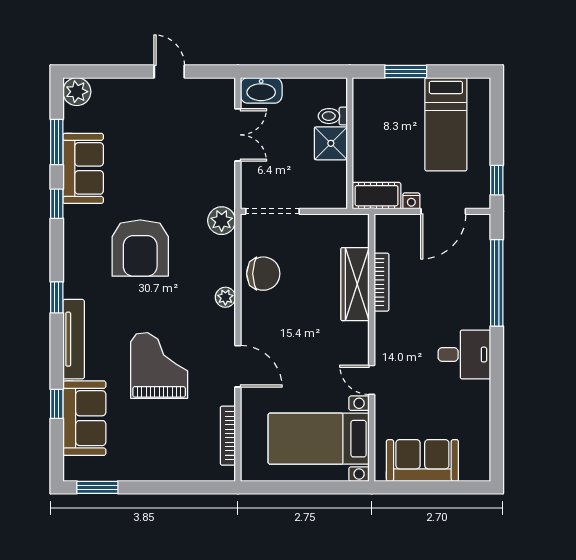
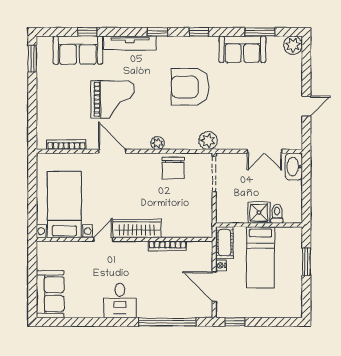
bed: (446, 124) -> (260, 257), moved, turned -90
window: (57, 204) -> (199, 32), moved
wardrobe: (355, 284) -> (137, 228), moved
door: (238, 366) -> (112, 151), swing flipped
sofa: (422, 460) -> (50, 294), moved

